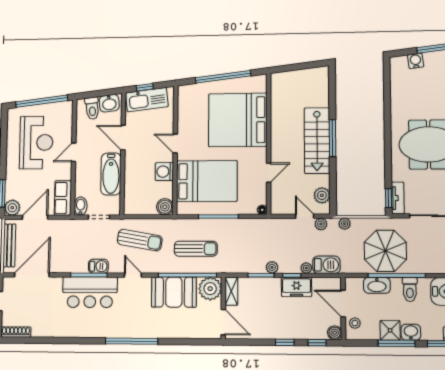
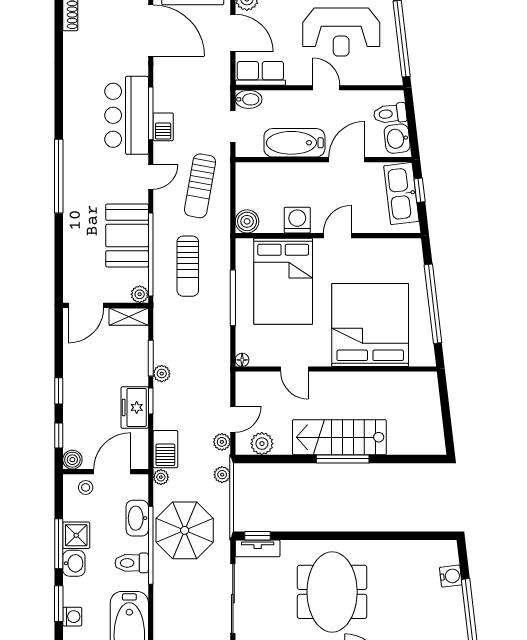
plant: (306, 268) -> (161, 477), moved
plant: (210, 289) -> (140, 294), width x0.53, depth x0.53

